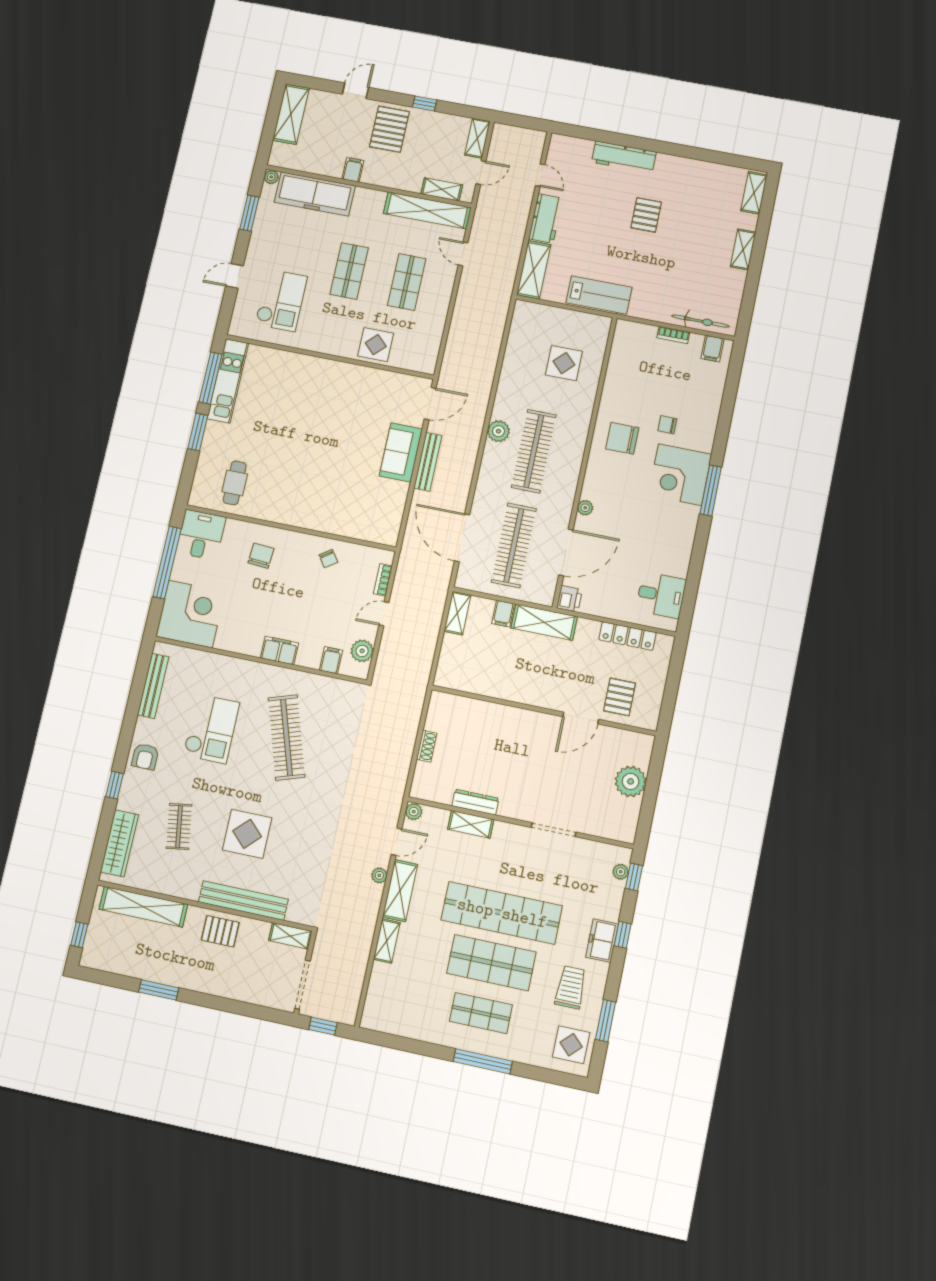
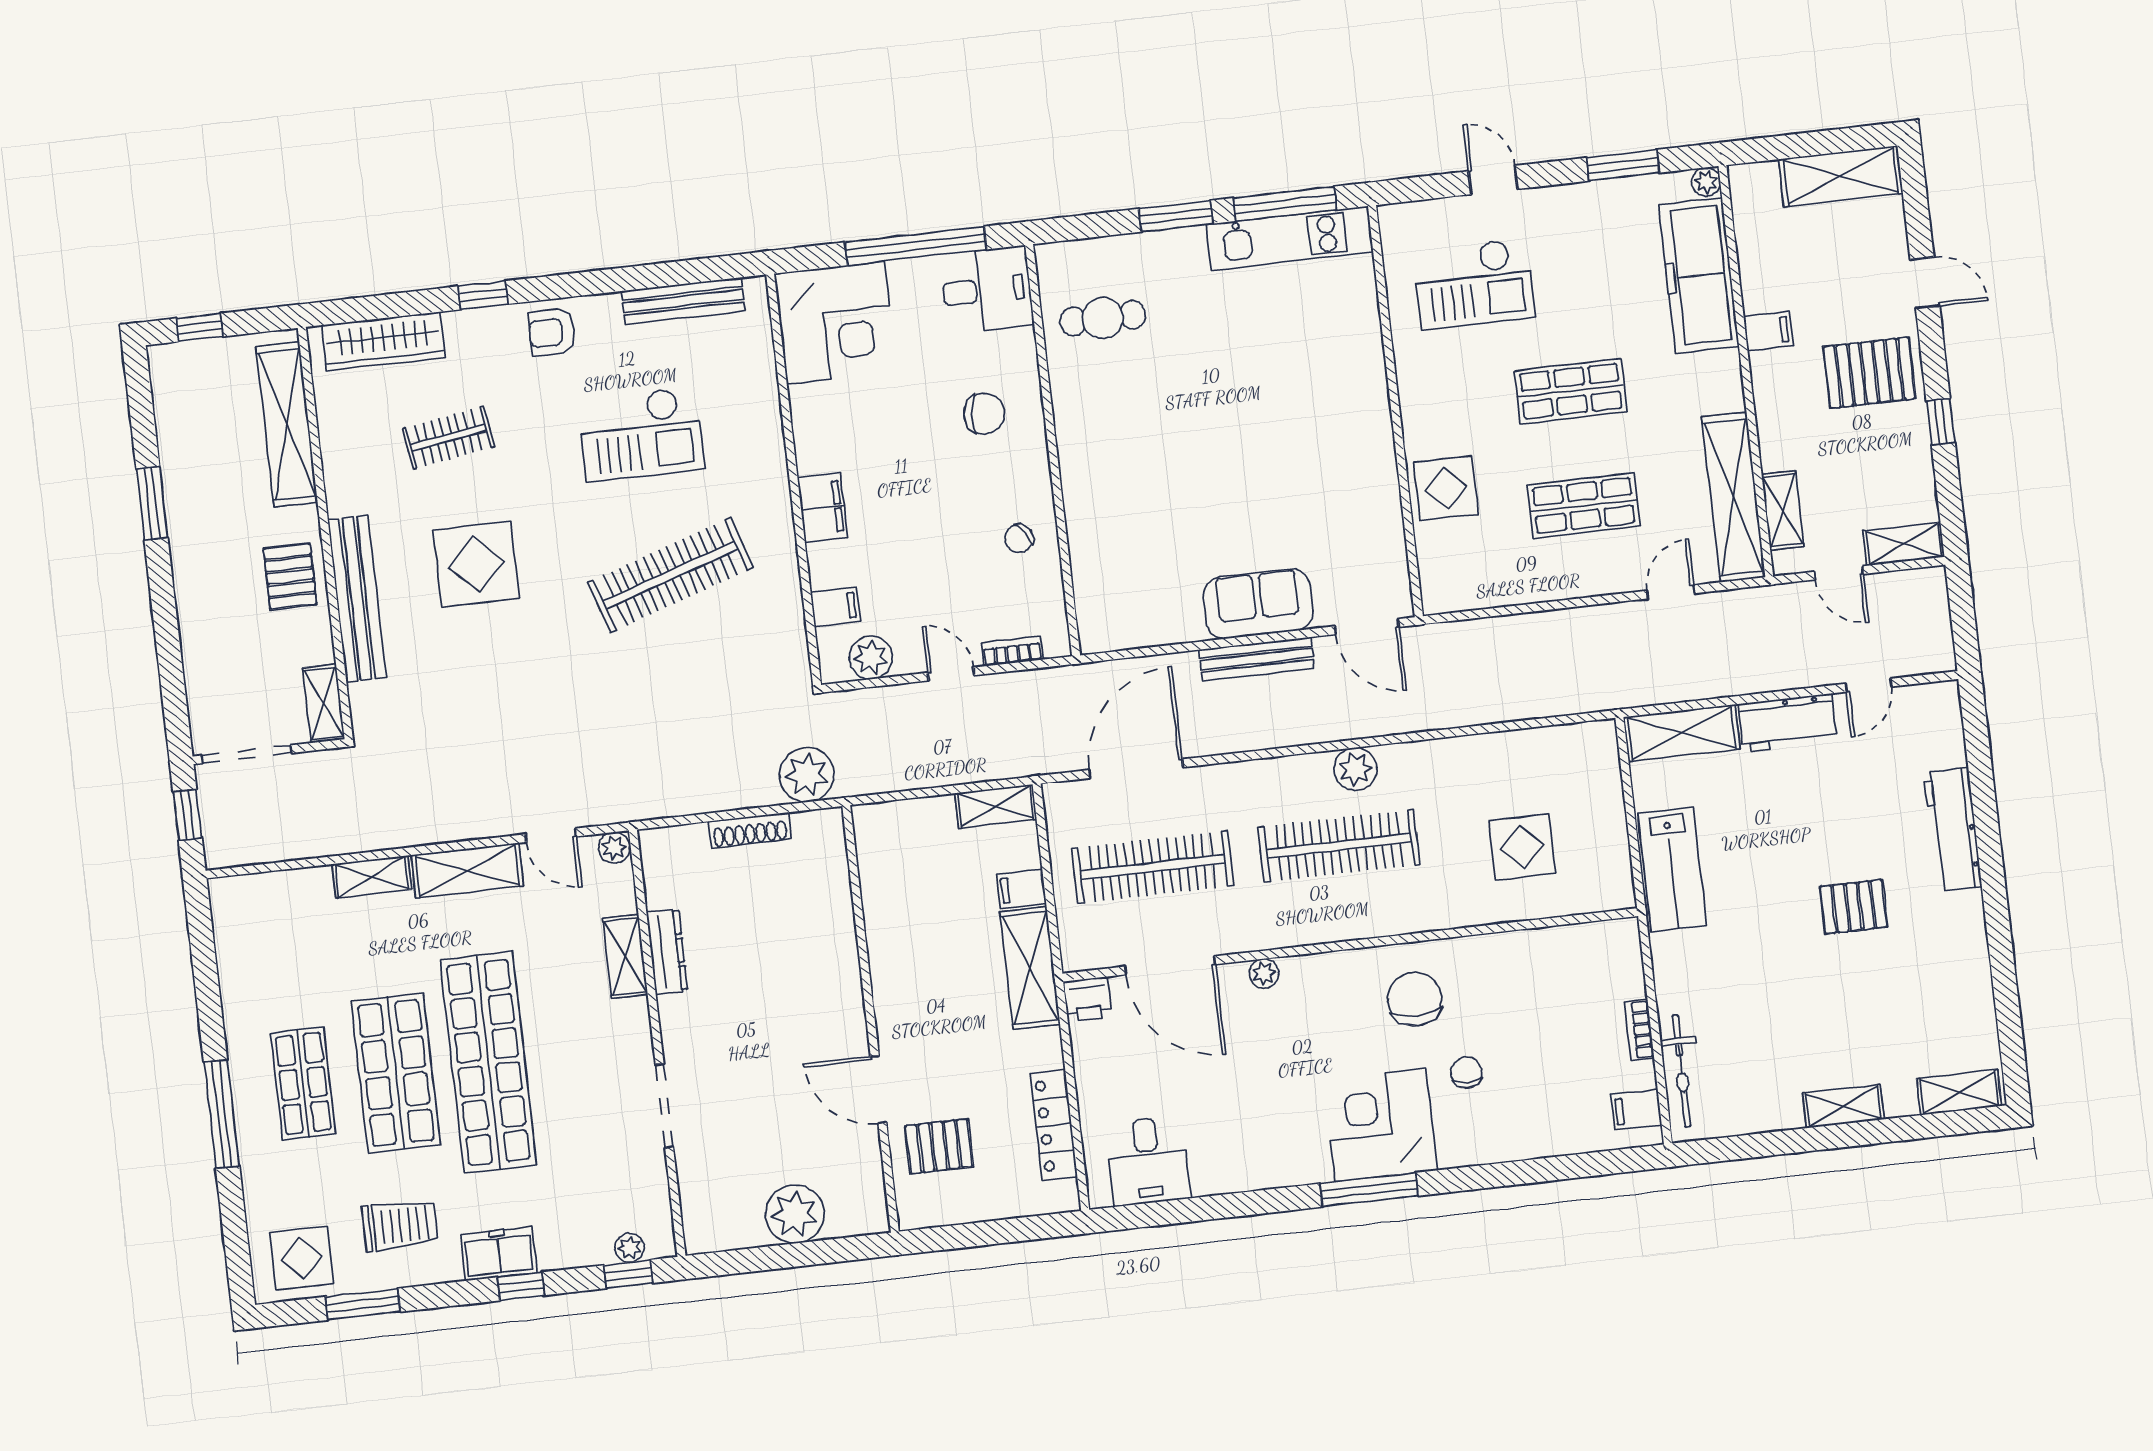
shoe rack: (427, 746) -> (750, 830), width x1.43
plant: (379, 875) -> (807, 775), moved, width x1.88, depth x1.88

